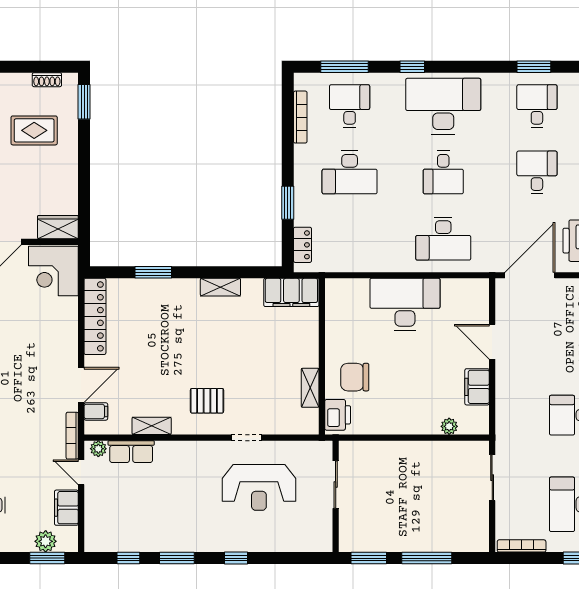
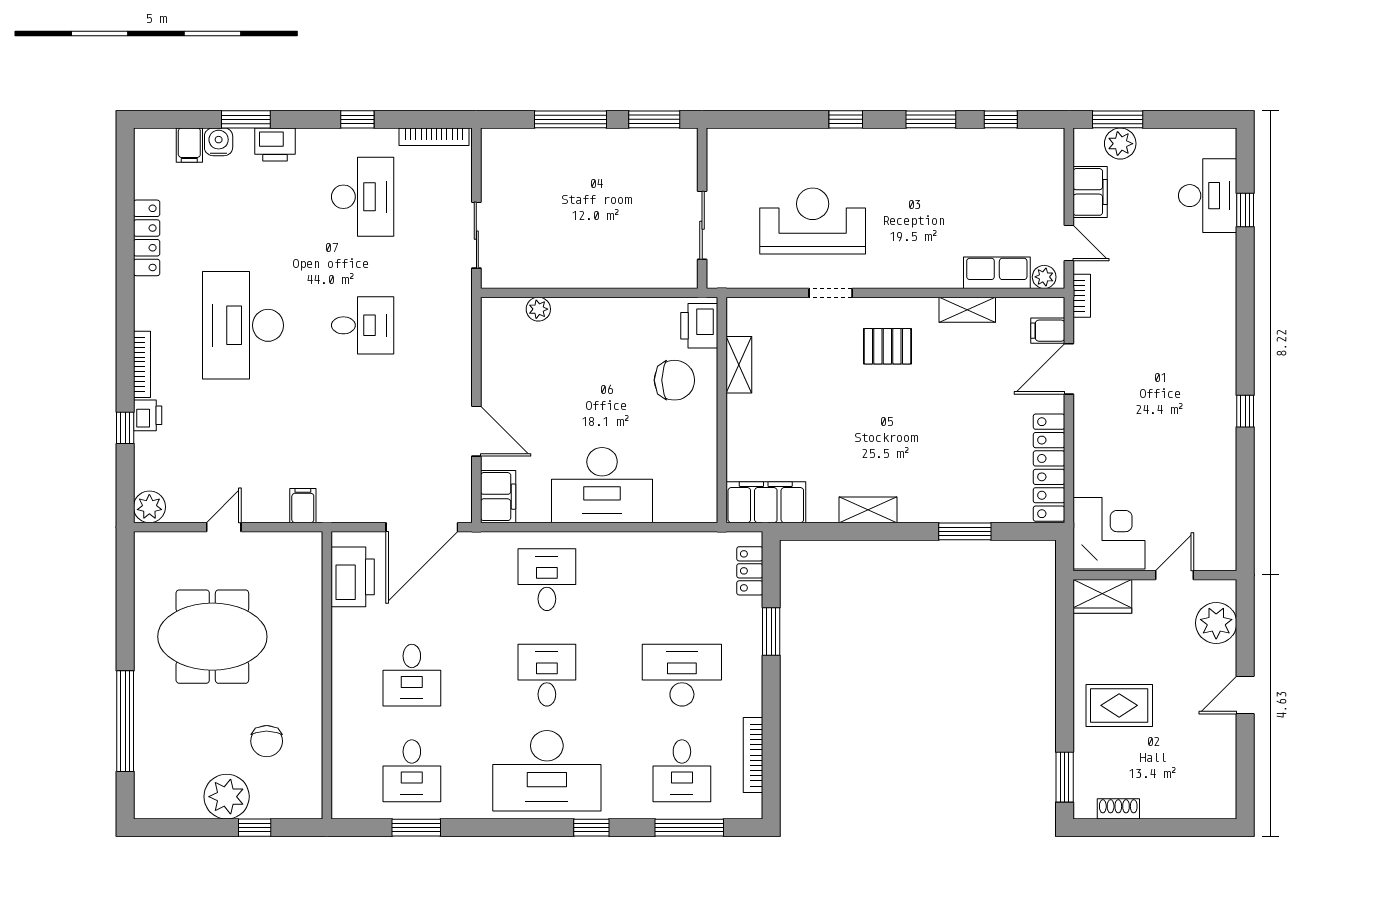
rug: (34, 130) -> (1119, 705), moved
desk: (443, 239) -> (547, 580), width x0.73
filing cabinet: (477, 387) -> (498, 497), moved
bookcase: (72, 436) -> (1082, 296), width x0.64

